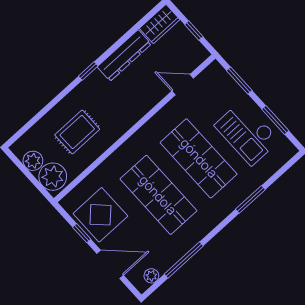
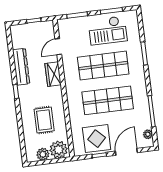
wardrobe: (160, 24) -> (53, 74), moved, turned 180

